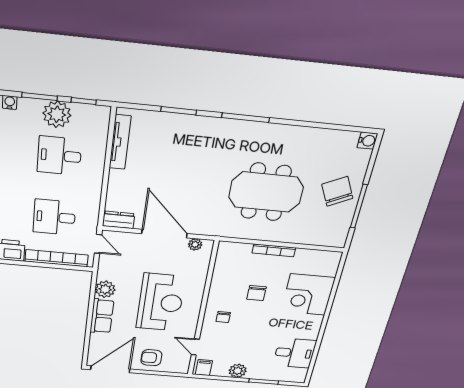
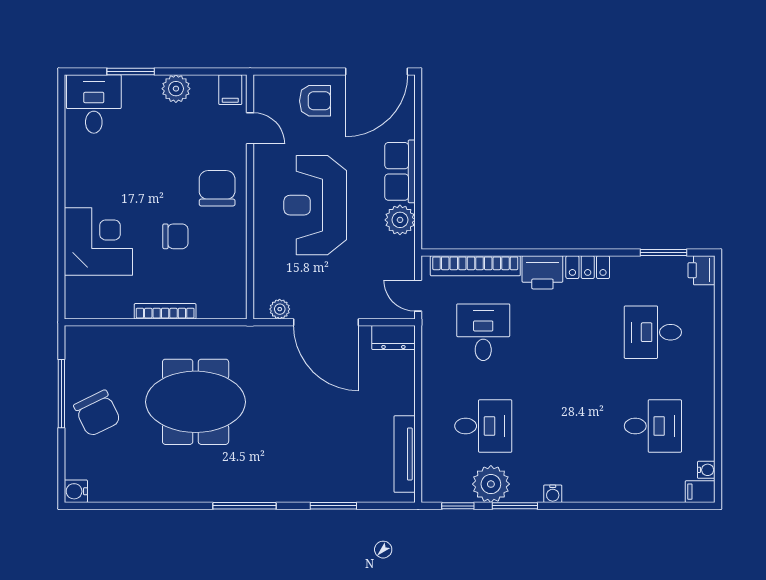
desk: (54, 217) -> (483, 332), turned -90
chair: (256, 293) -> (175, 236), turned 90
chair: (223, 317) -> (217, 188), width x1.87, depth x1.87
desk: (295, 353) -> (94, 104), moved, turned 90

